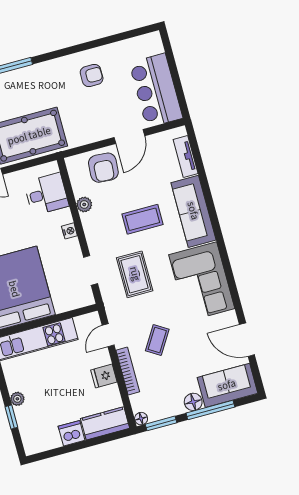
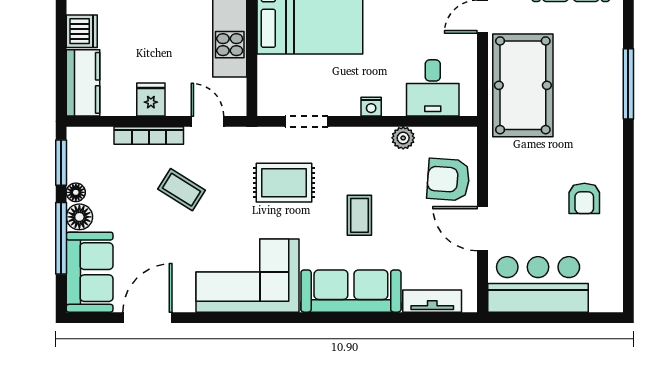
coffee table: (143, 219) -> (359, 215), width x0.73, depth x0.77
floor lamp: (141, 419) -> (76, 192), moved

